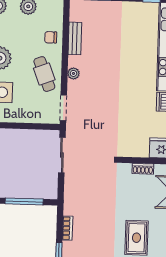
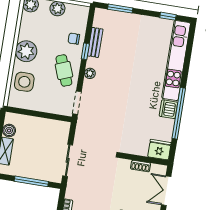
window: (65, 50) -> (85, 51), added
sliding door: (62, 155) -> (68, 160), moved

